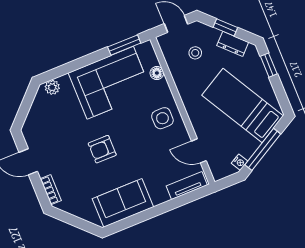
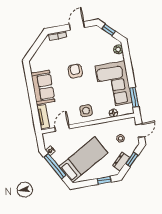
window: (24, 109) -> (109, 30), added
sofa: (123, 203) -> (43, 87), moved

